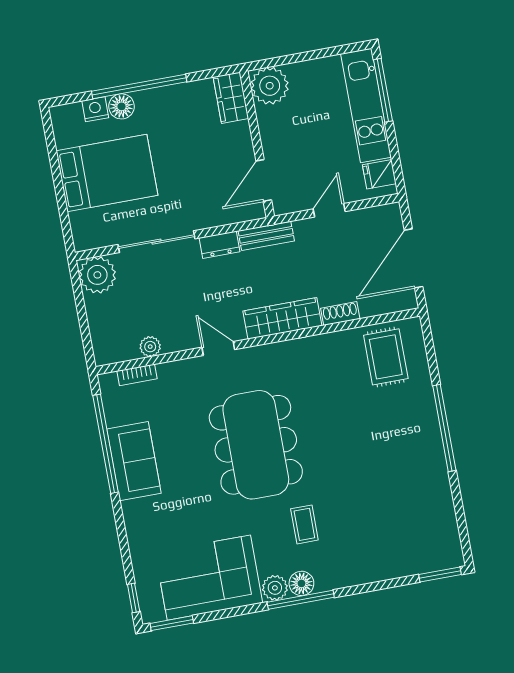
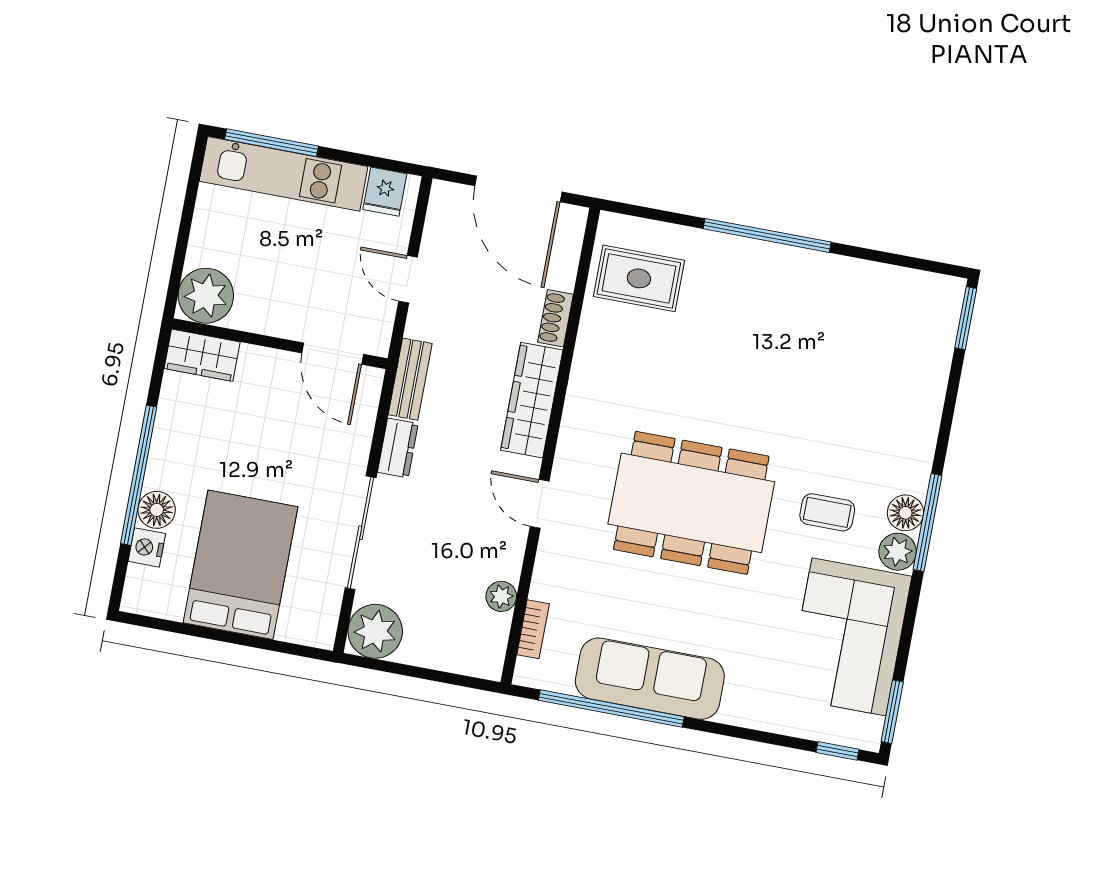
door: (218, 348) -> (540, 504), hinge flipped
sofa: (134, 461) -> (650, 679), width x1.36
coffee table: (304, 524) -> (827, 512), moved

